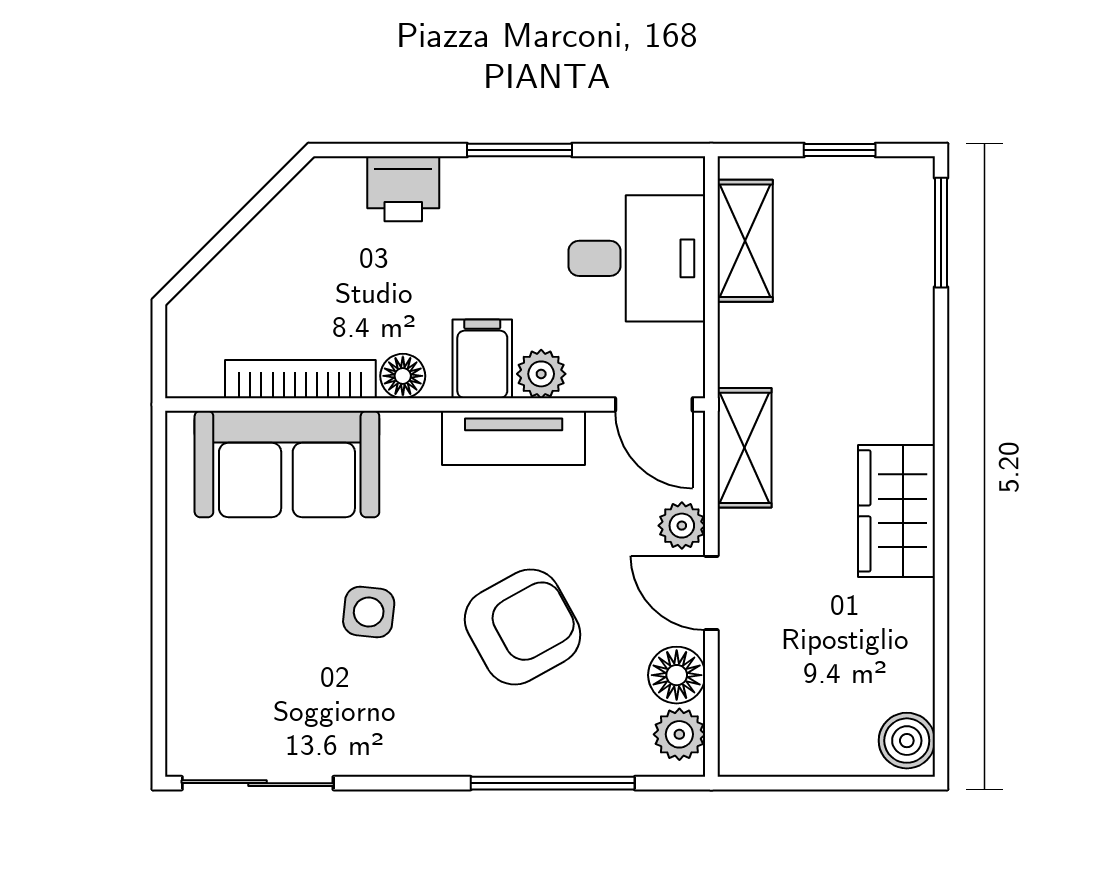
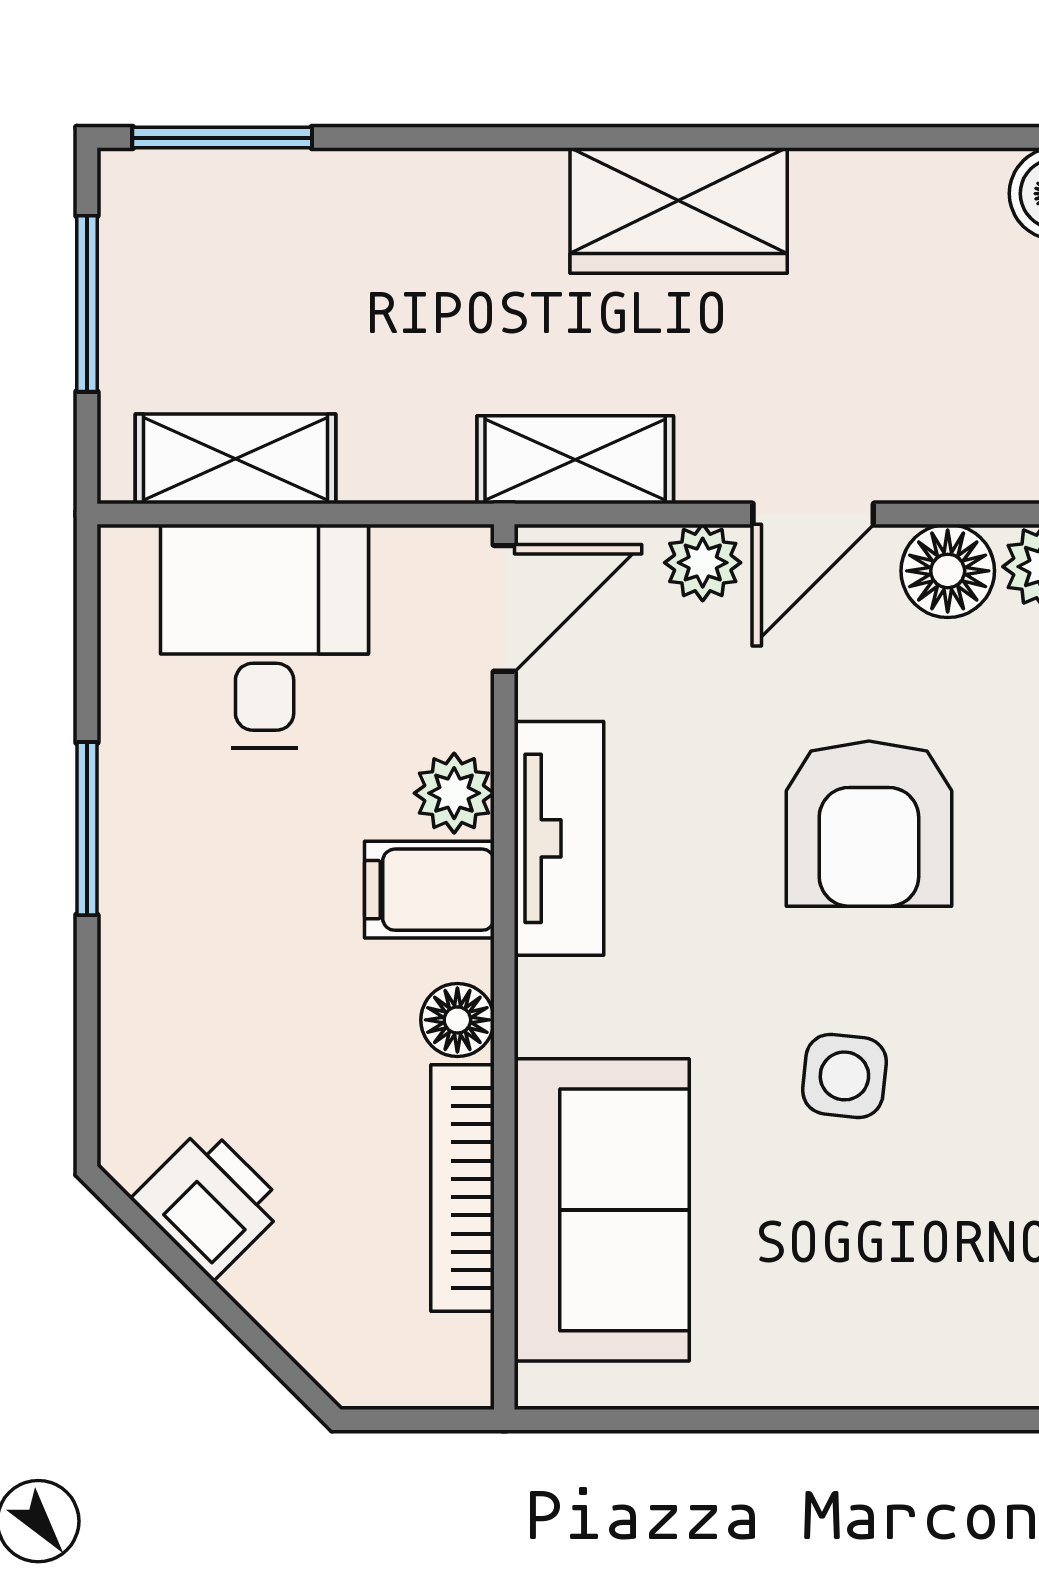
window: (840, 150) -> (87, 304), width x1.50
printer: (403, 189) -> (209, 1203), moved, turned -45
armchair: (523, 627) -> (869, 824), turned -151

